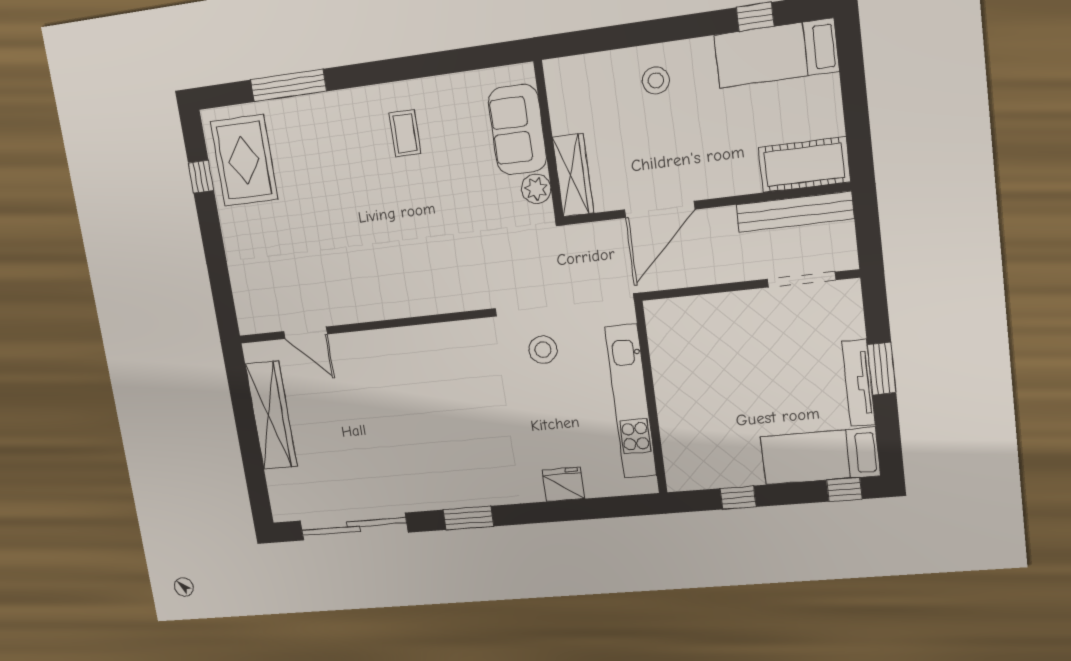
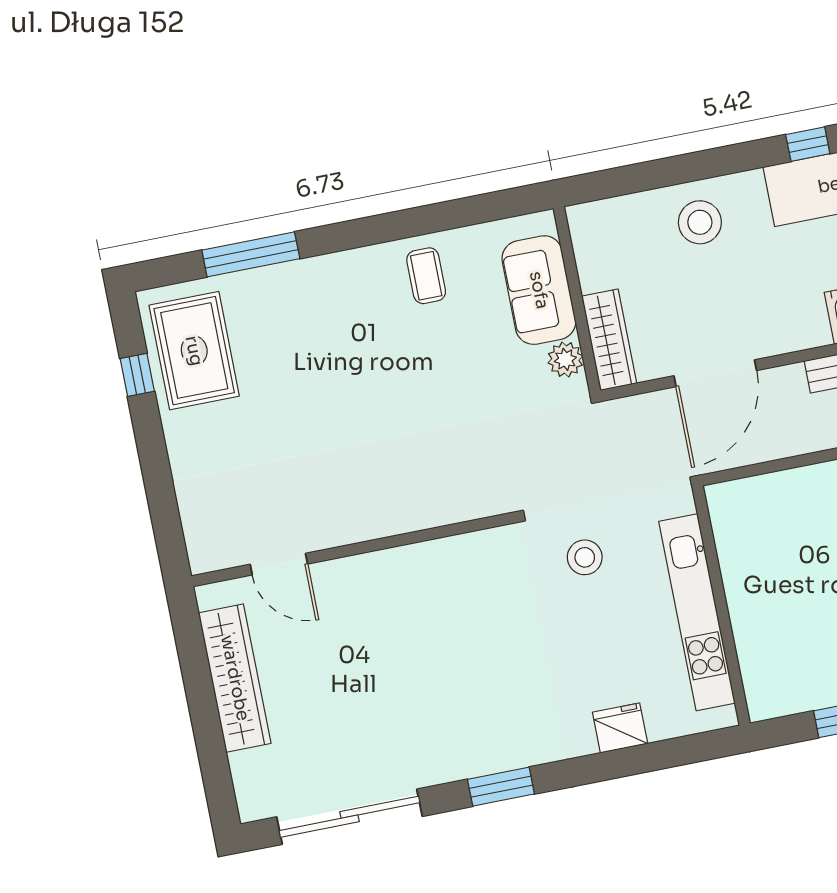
stool: (656, 80) -> (700, 222), width x1.38, depth x1.38
coffee table: (405, 133) -> (426, 276), moved

